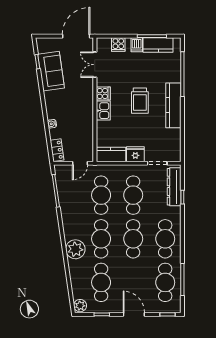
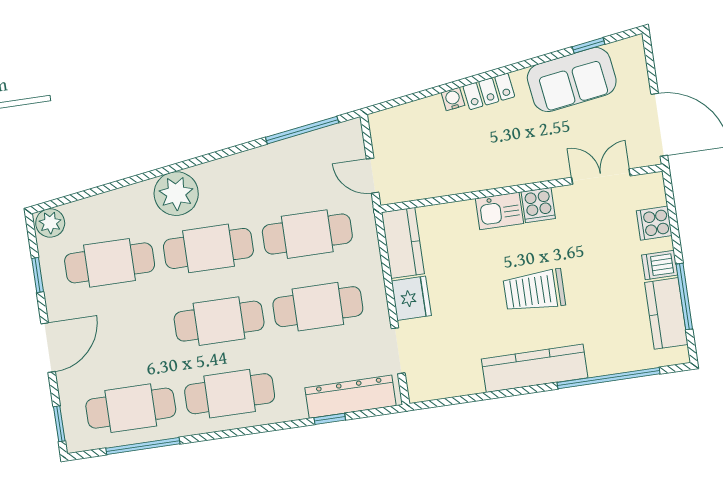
locker: (57, 150) -> (489, 91), moved

